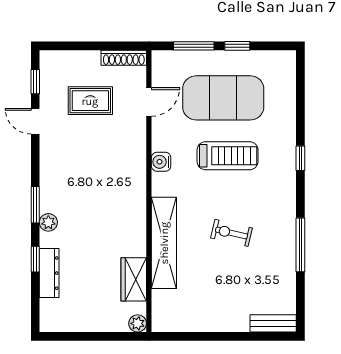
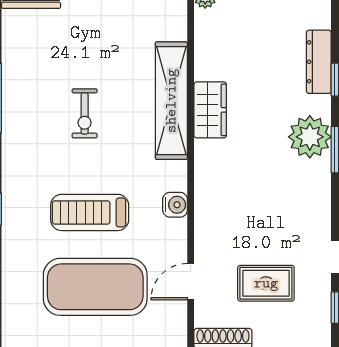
plant: (48, 222) -> (310, 137), width x1.87, depth x1.87
exercise bike: (232, 233) -> (85, 113), turned 77
wardrobe: (134, 279) -> (210, 110), moved

